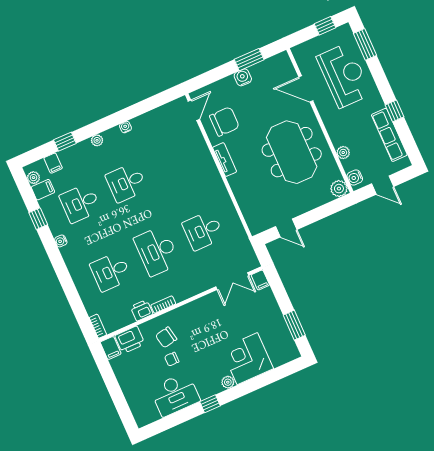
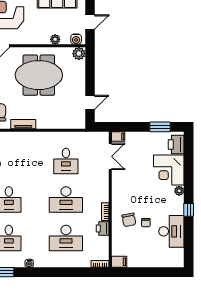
desk: (111, 272) -> (66, 238), width x1.37
printer: (130, 340) -> (176, 145), moved, turned 180

